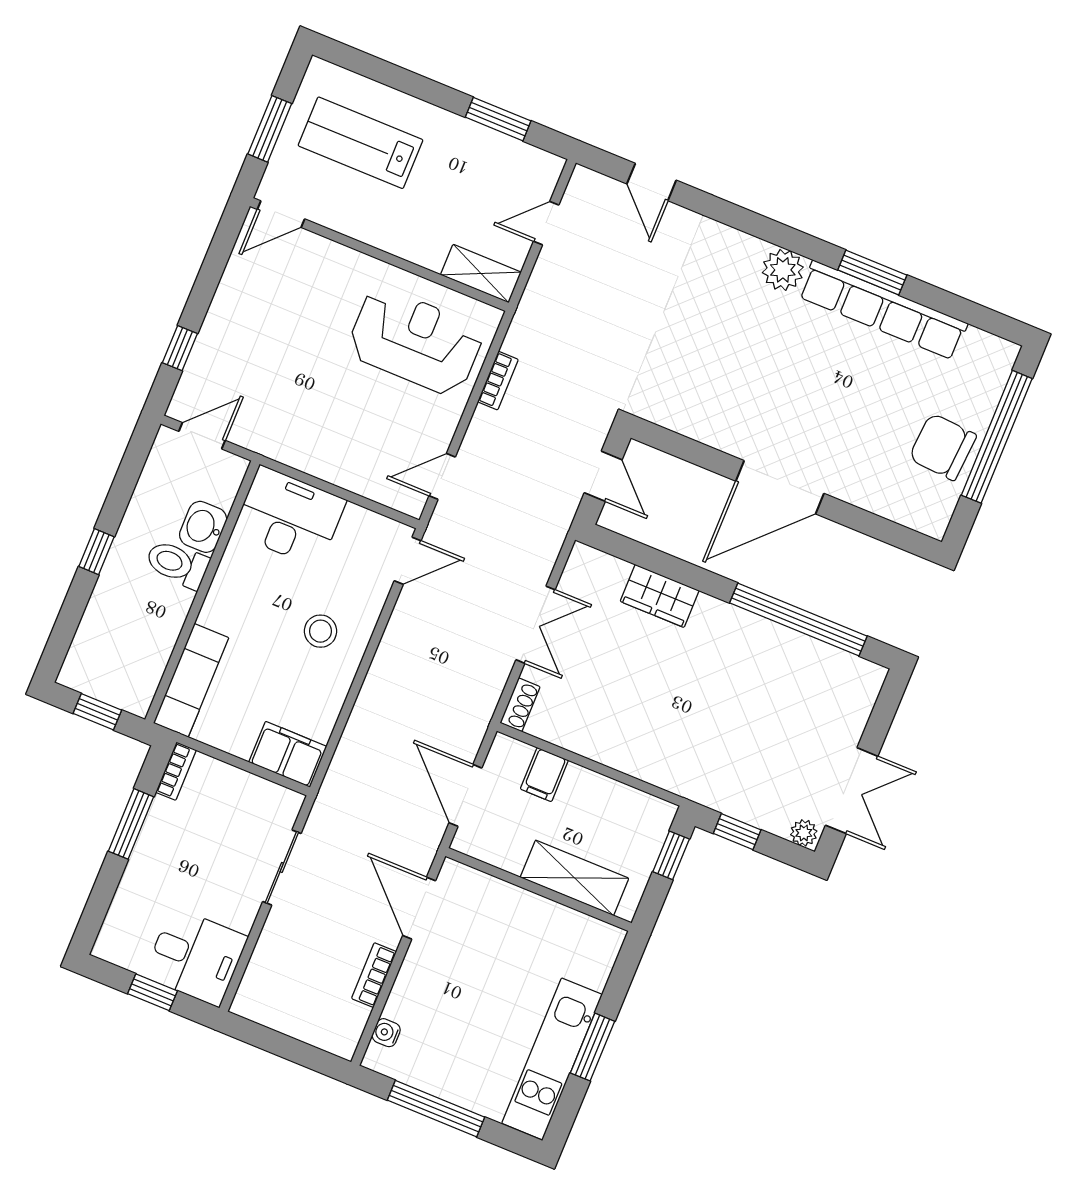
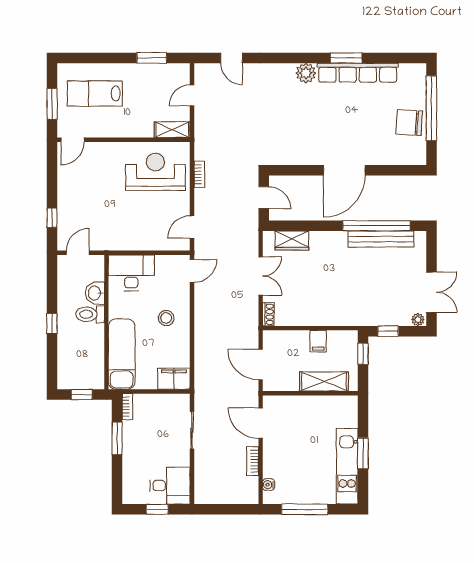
wardrobe: (660, 596) -> (292, 241), moved
bench: (796, 649) -> (381, 239), added
exam couch: (191, 680) -> (122, 354), width x1.36, depth x1.45
filing cabinet: (544, 775) -> (318, 341), moved

